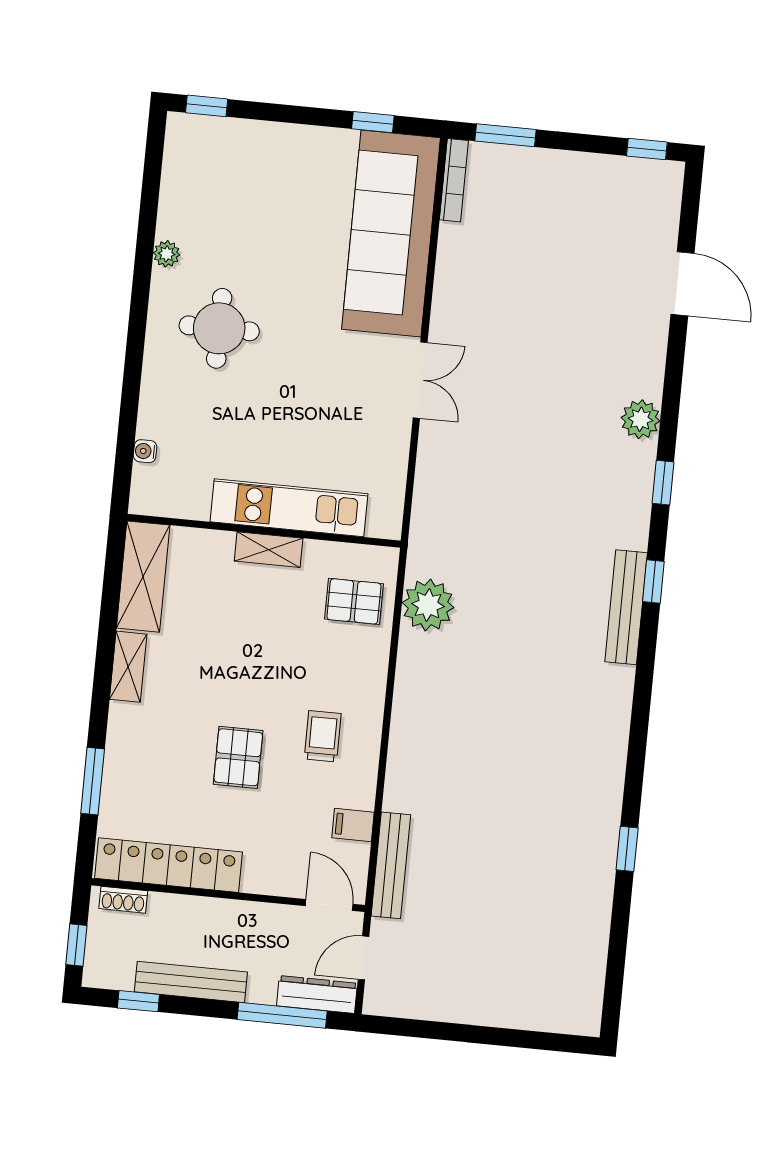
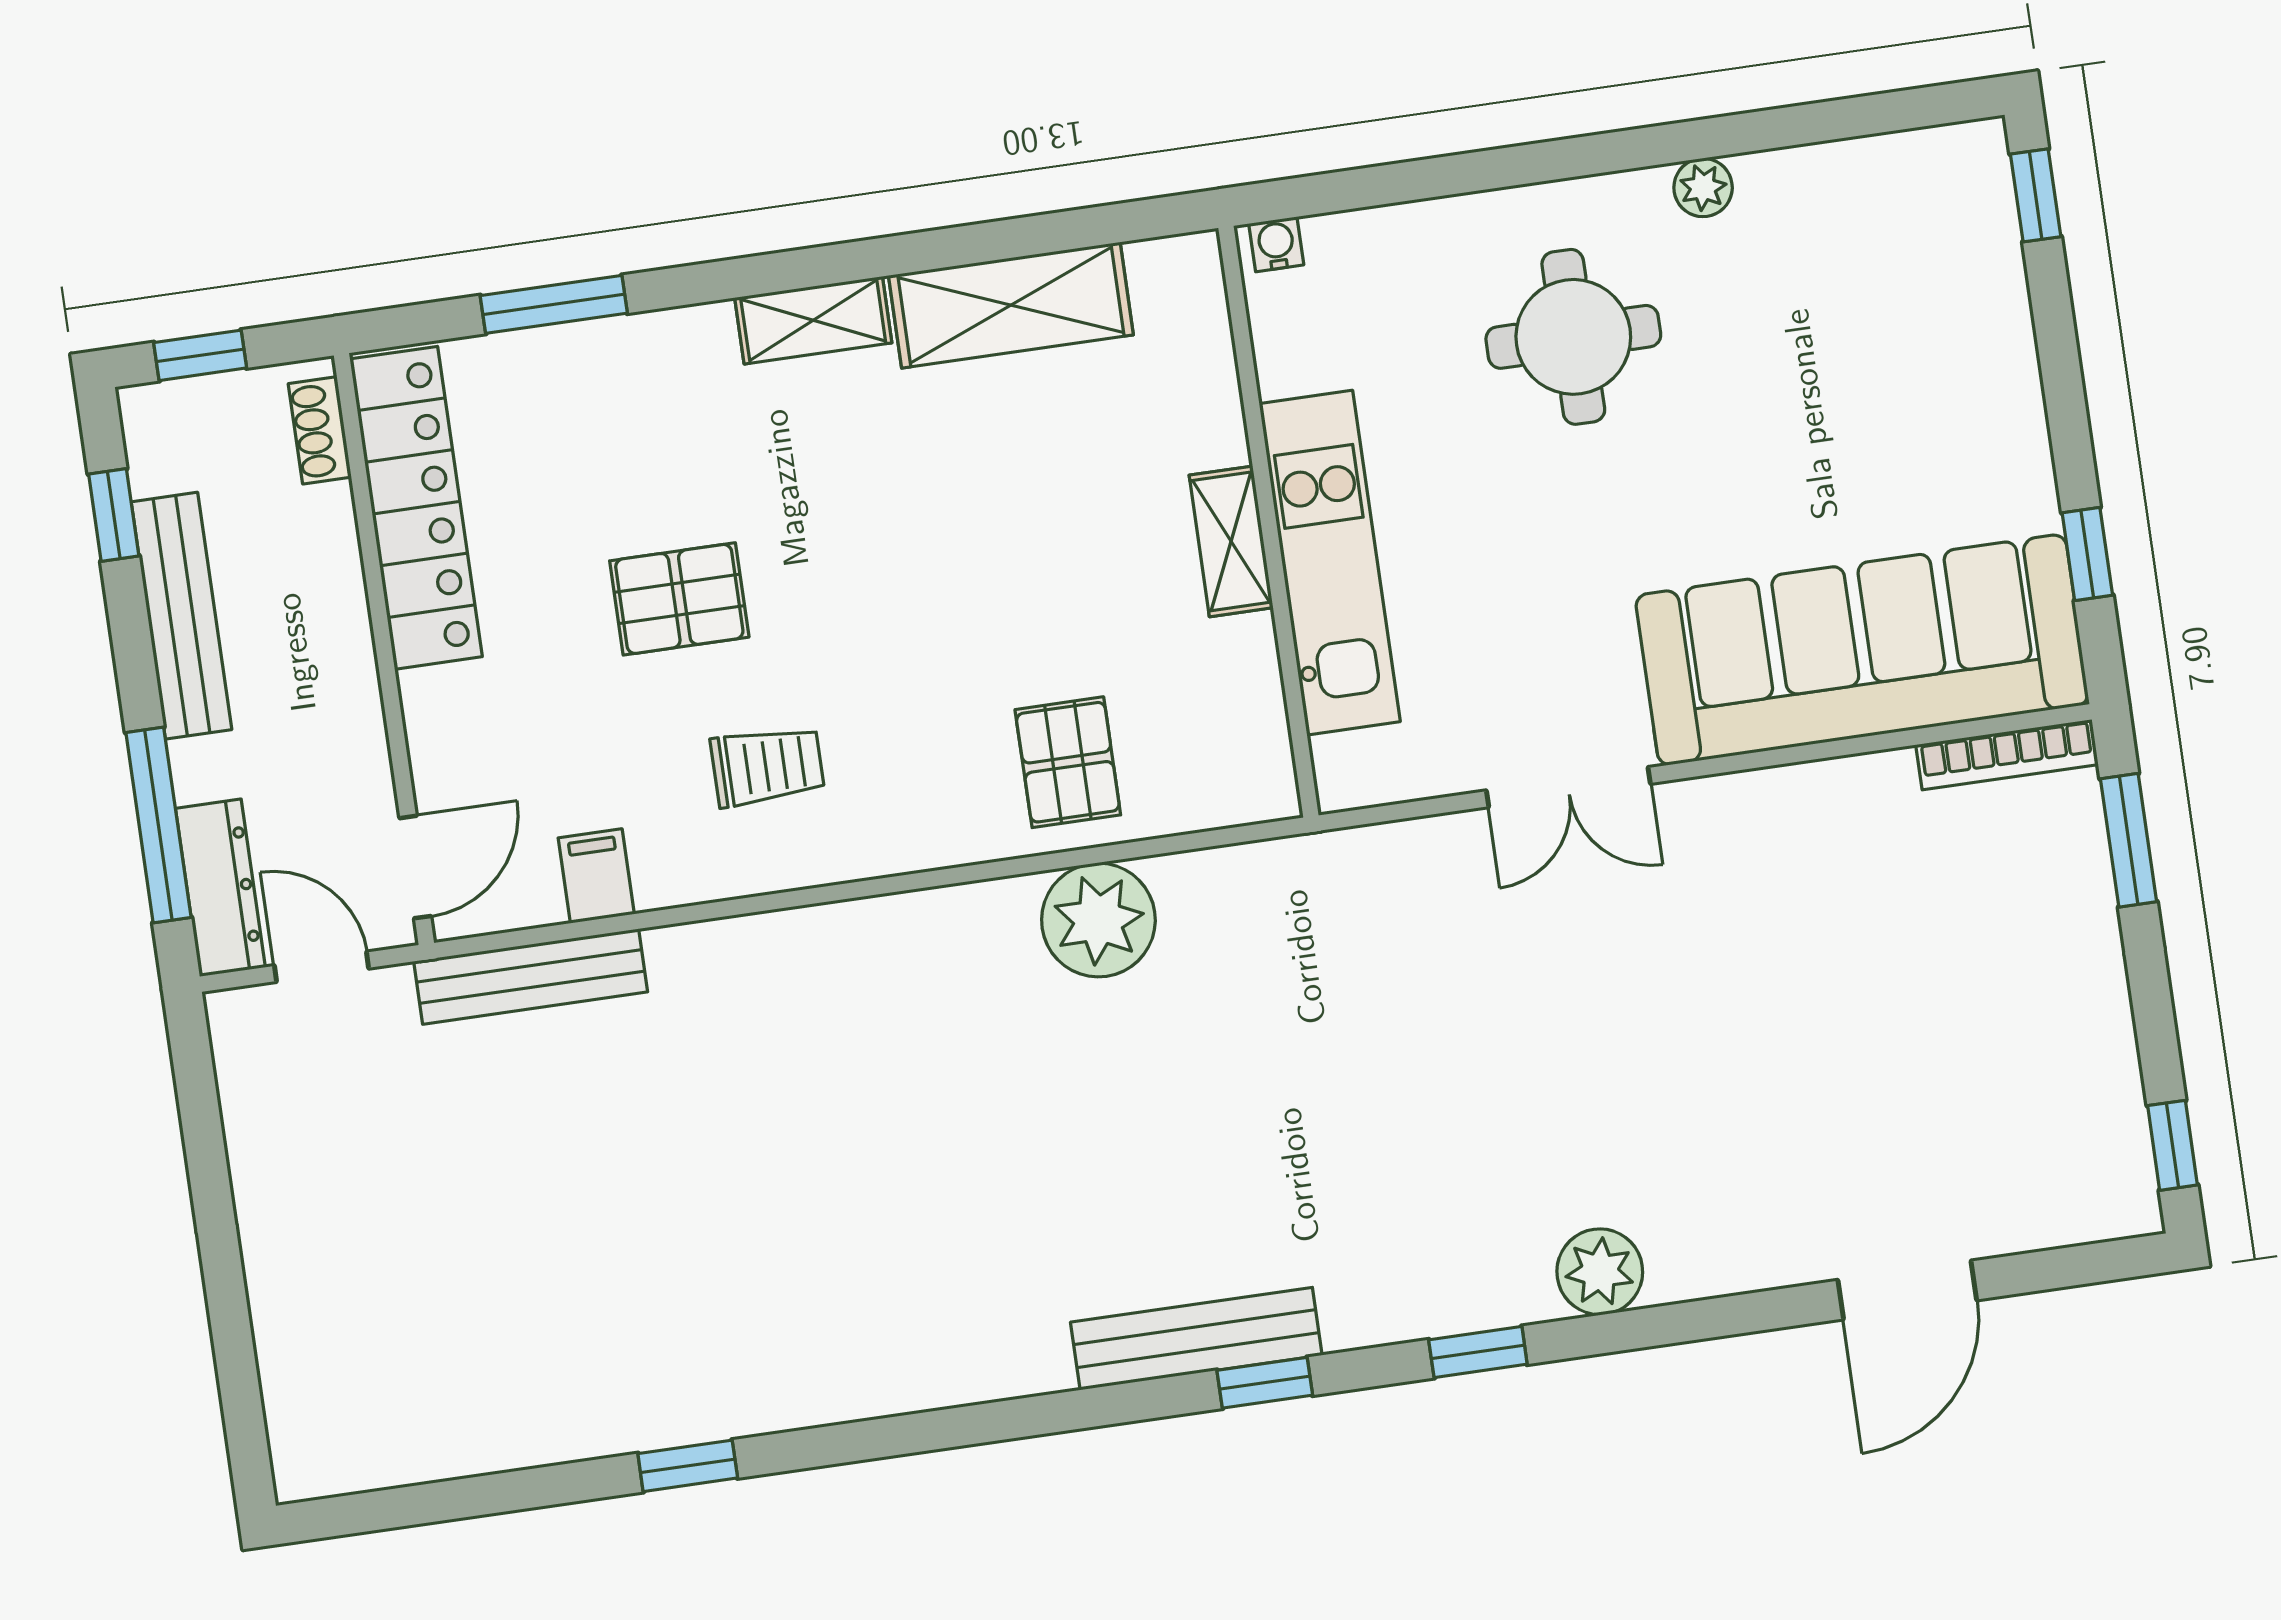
kitchen unit: (289, 508) -> (1330, 563), moved
wall: (264, 531) -> (1268, 522), moved
shelving: (269, 550) -> (1231, 541), moved

